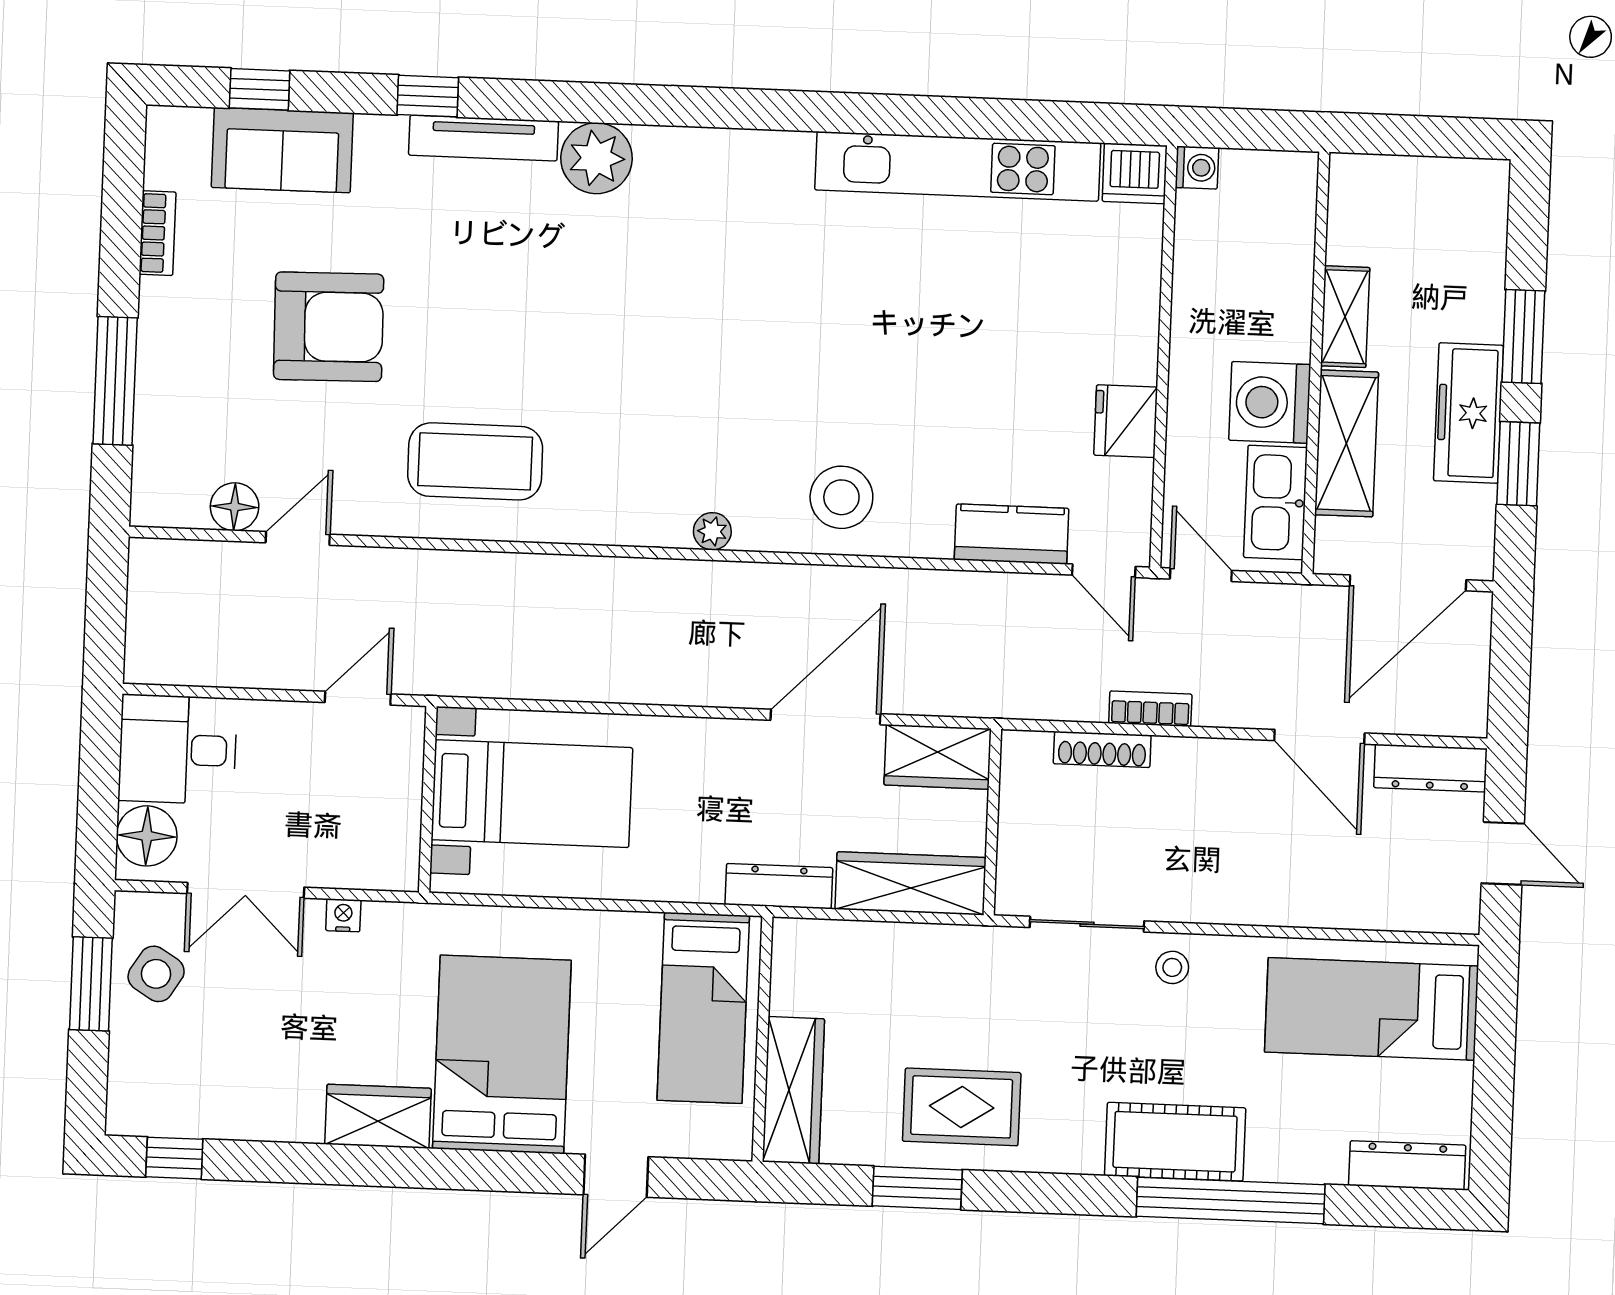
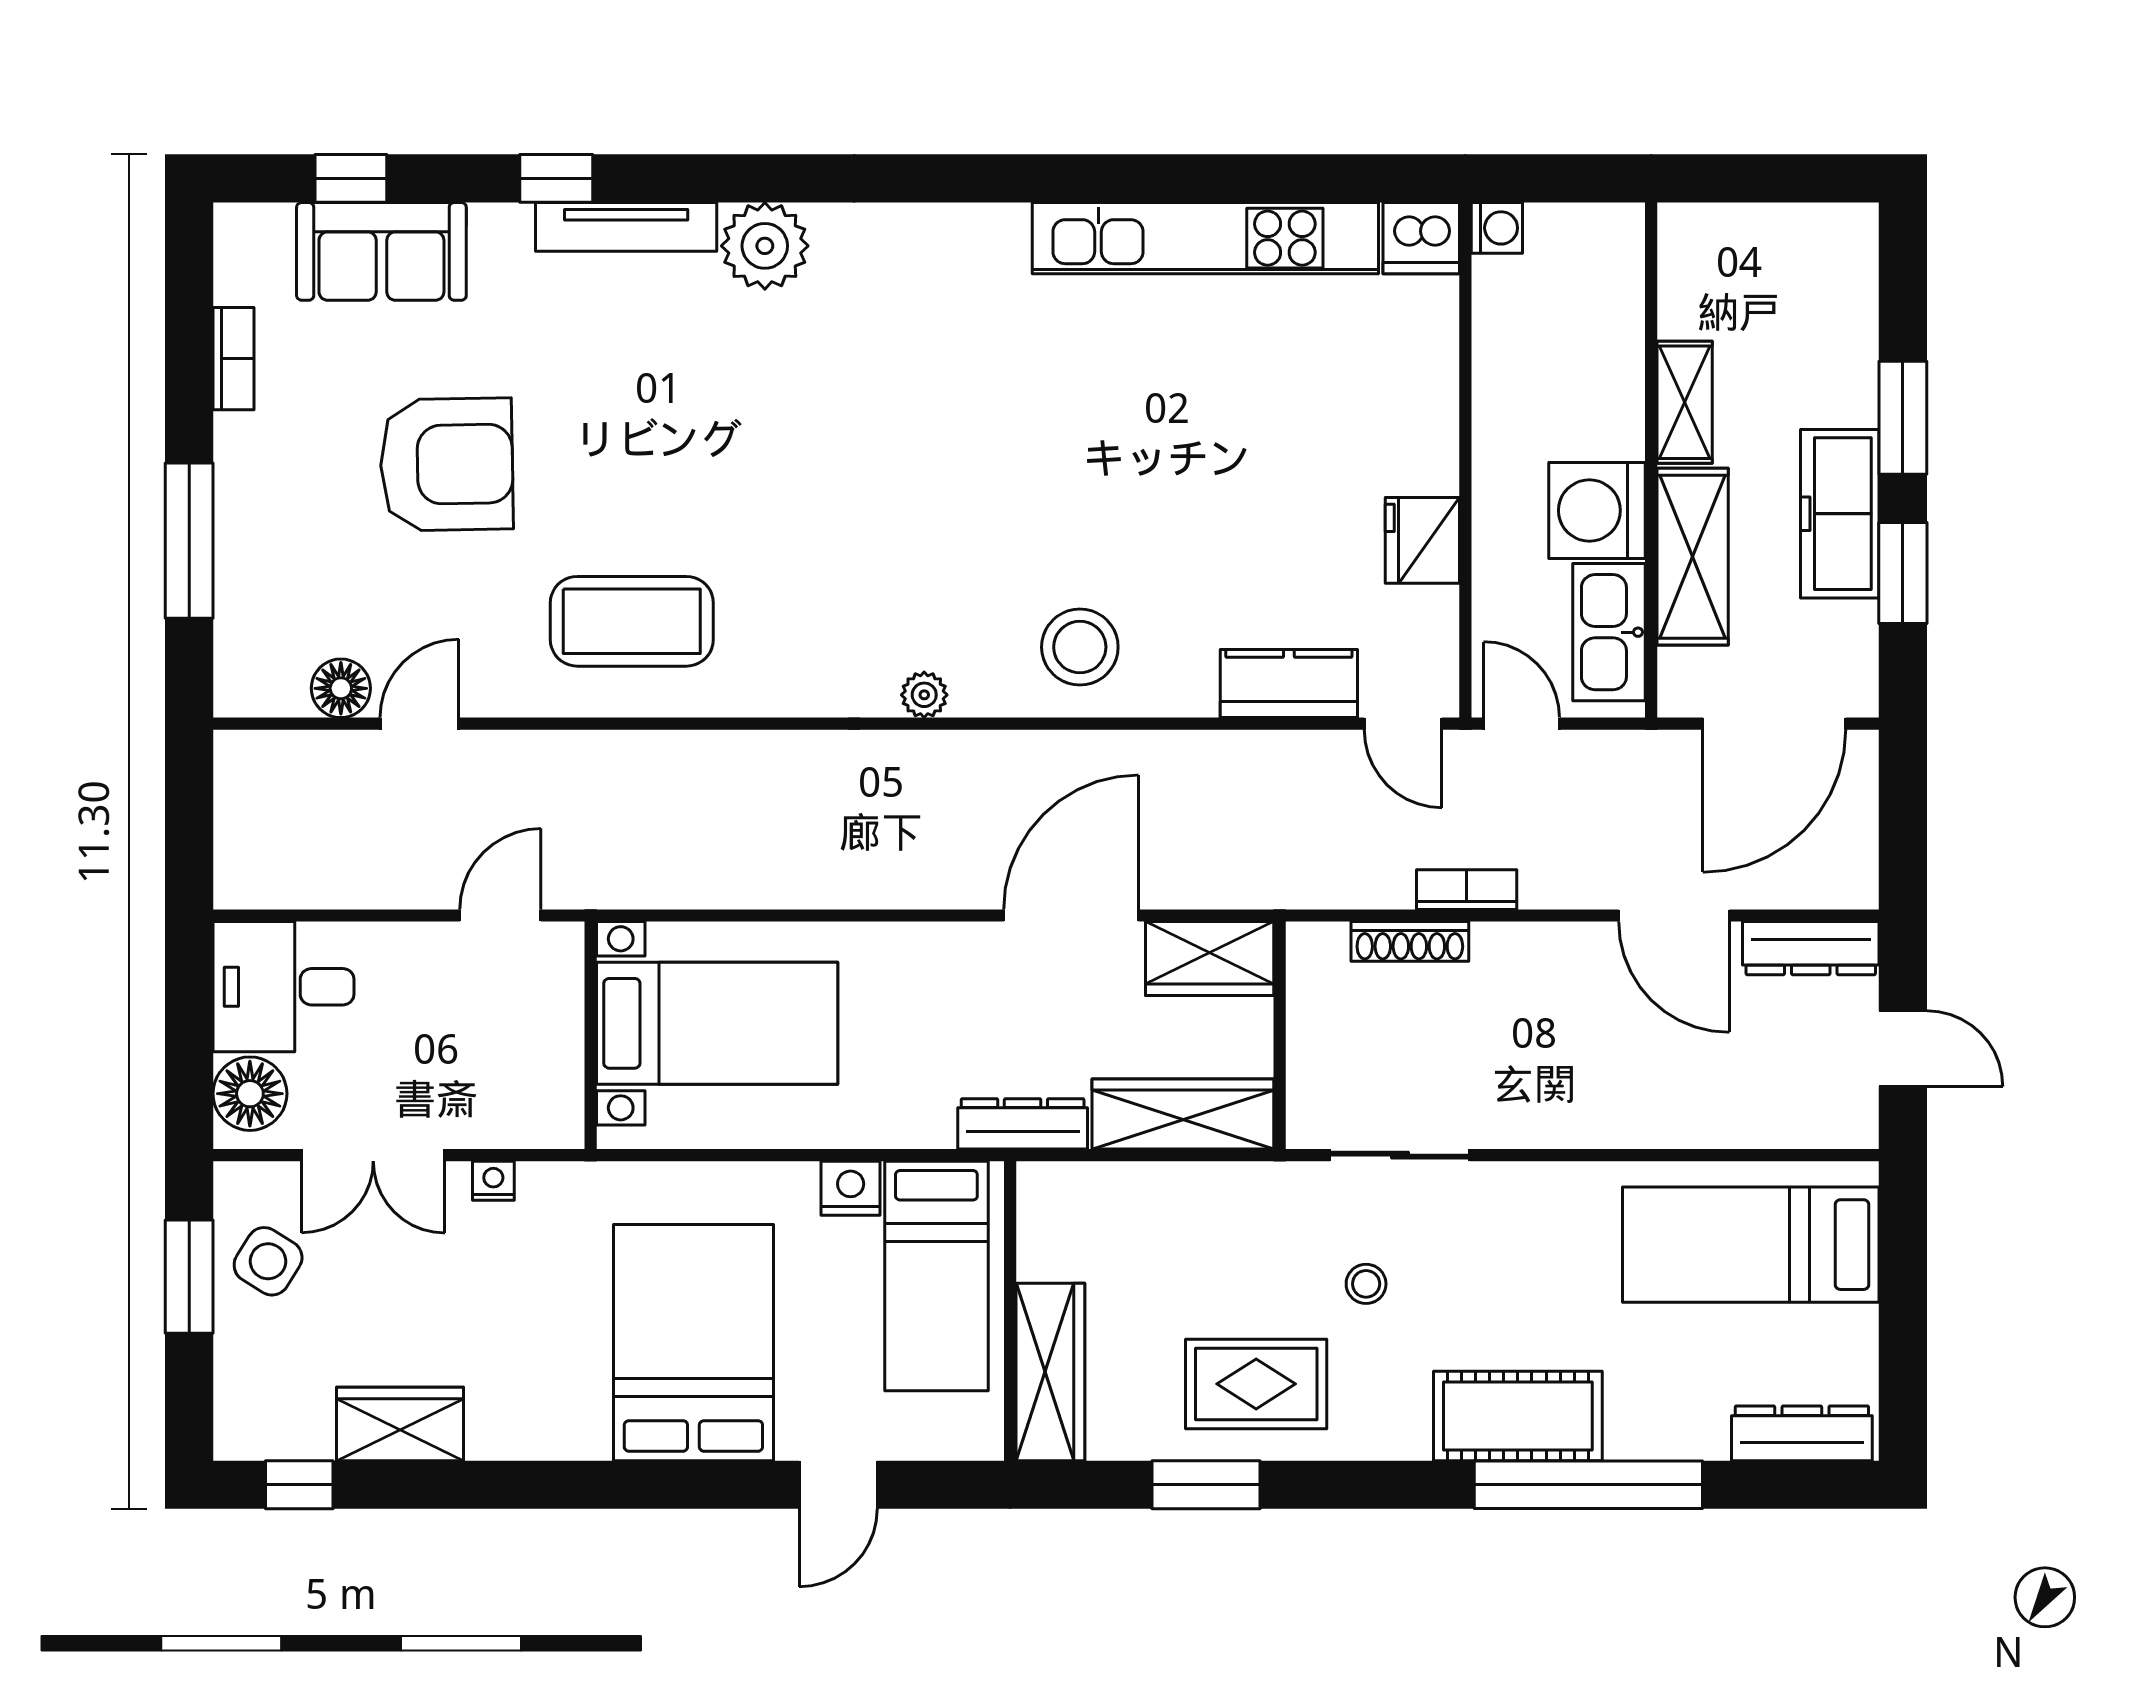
nightstand: (636, 933) -> (851, 1188), added
stool: (1172, 967) -> (1366, 1284), moved
wardrobe: (378, 1116) -> (400, 1424), moved

